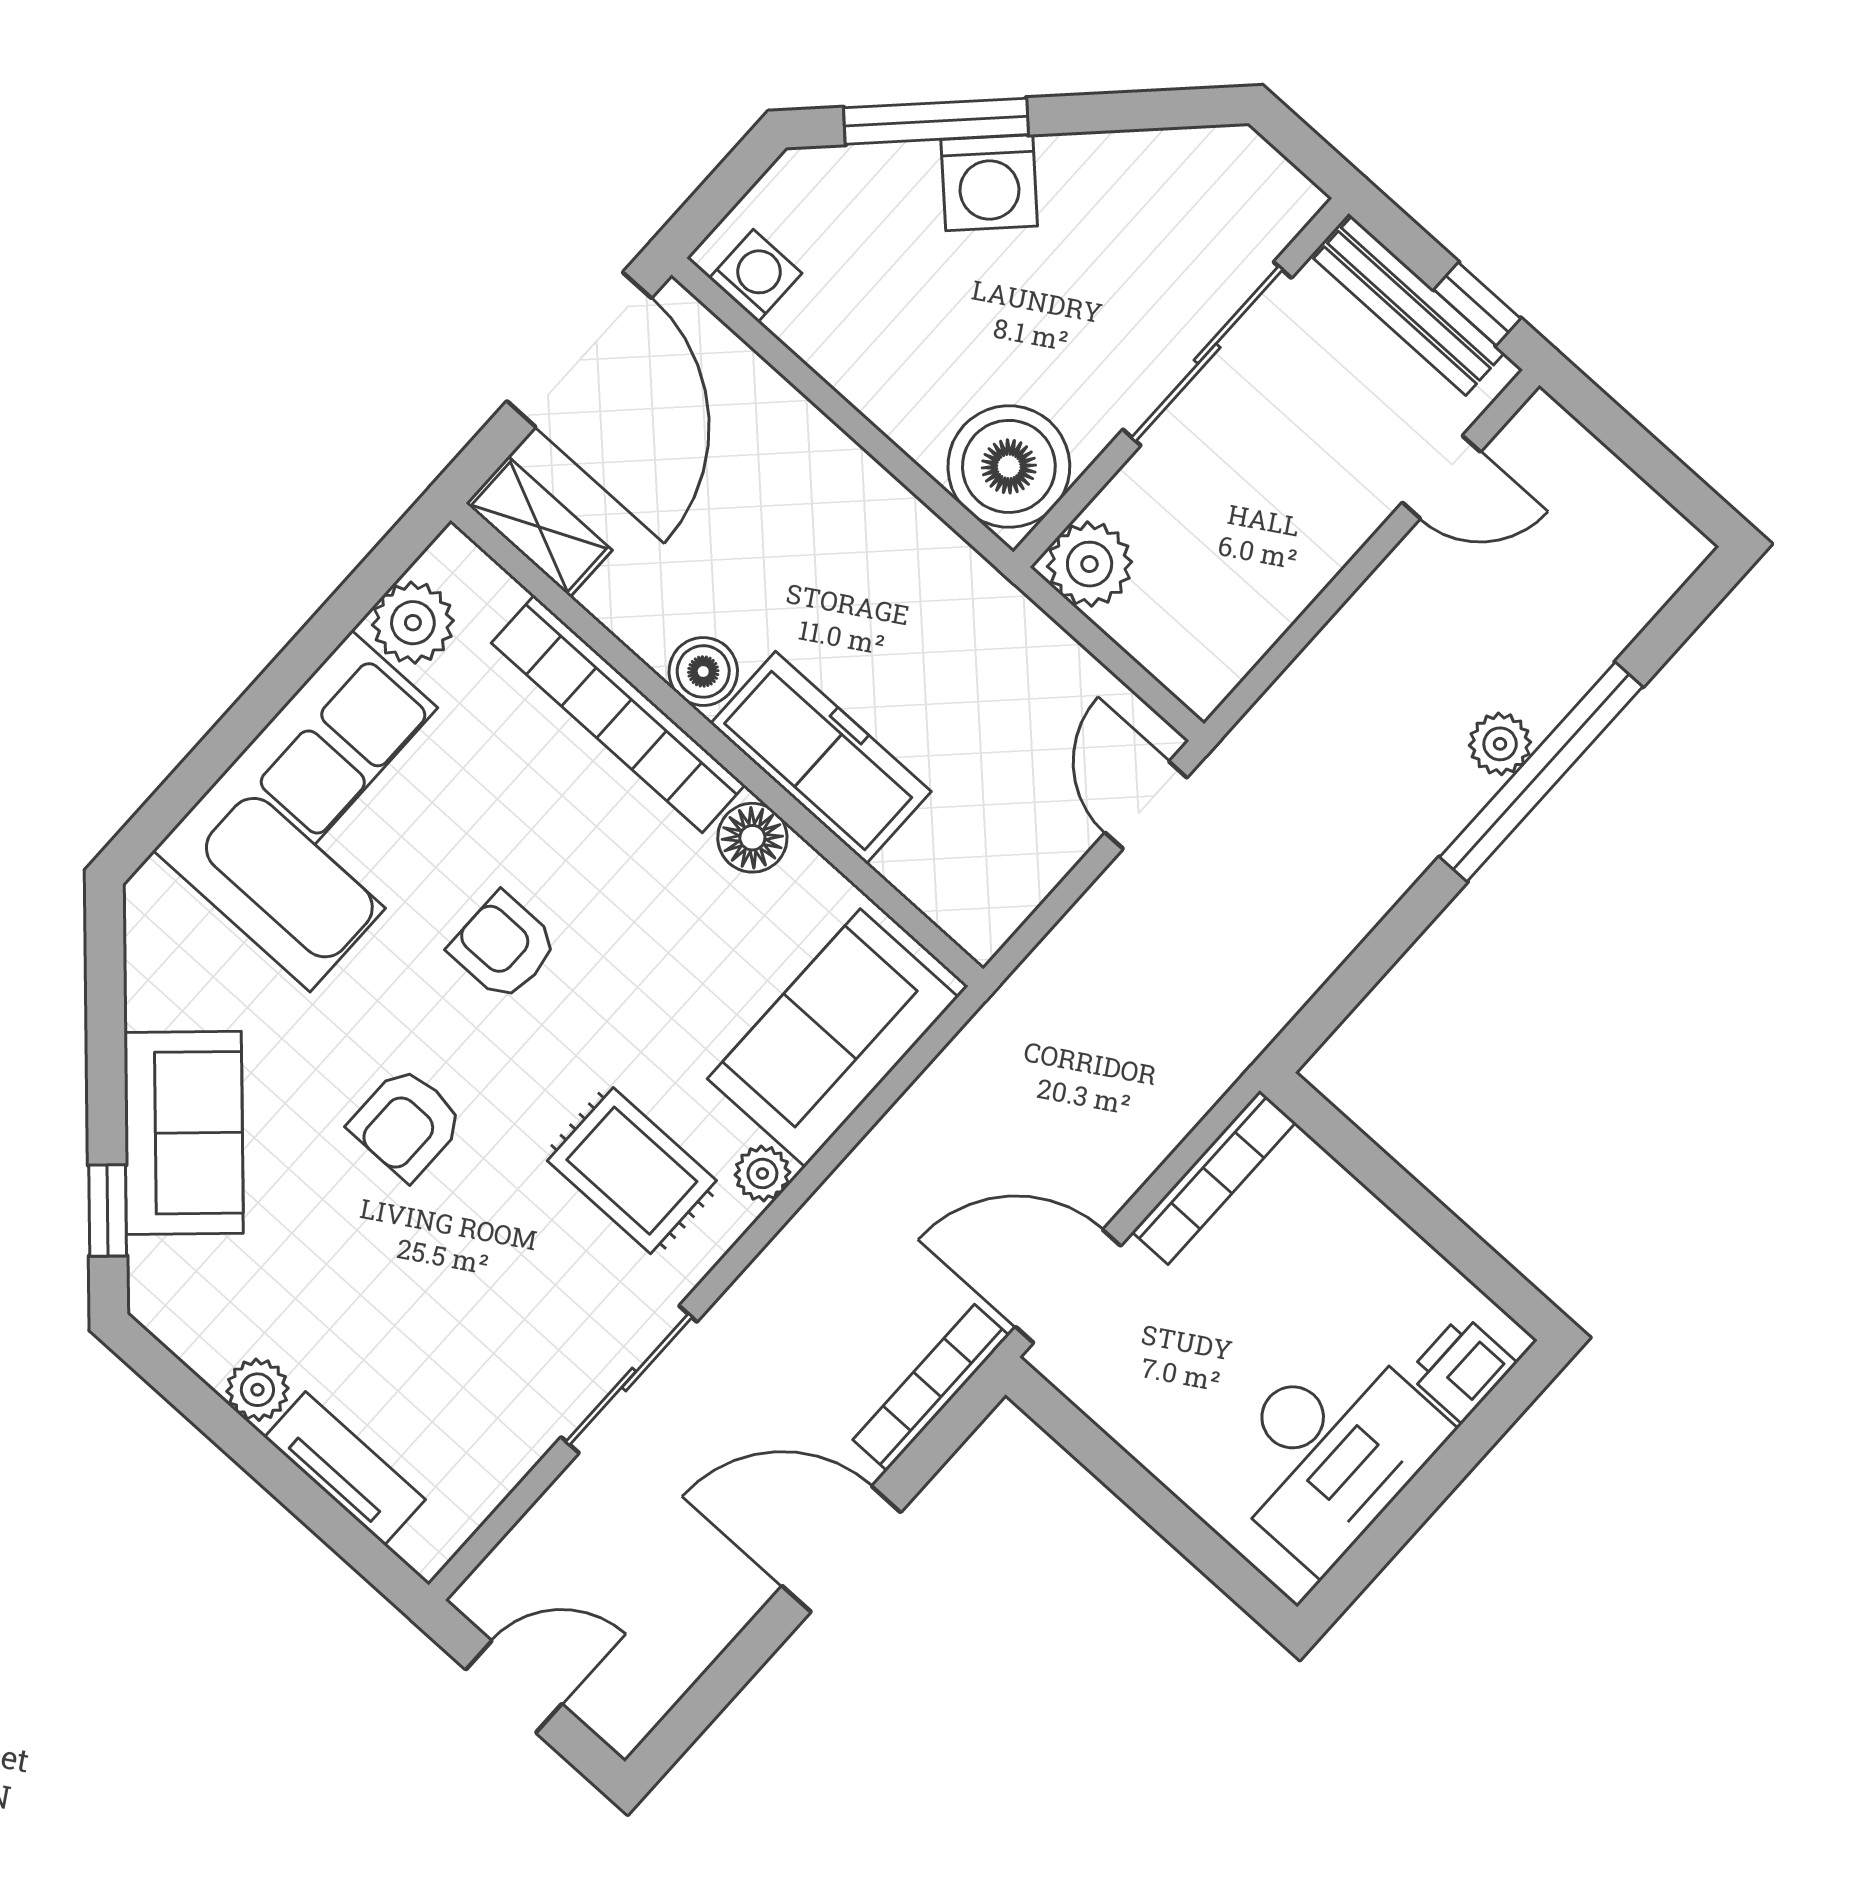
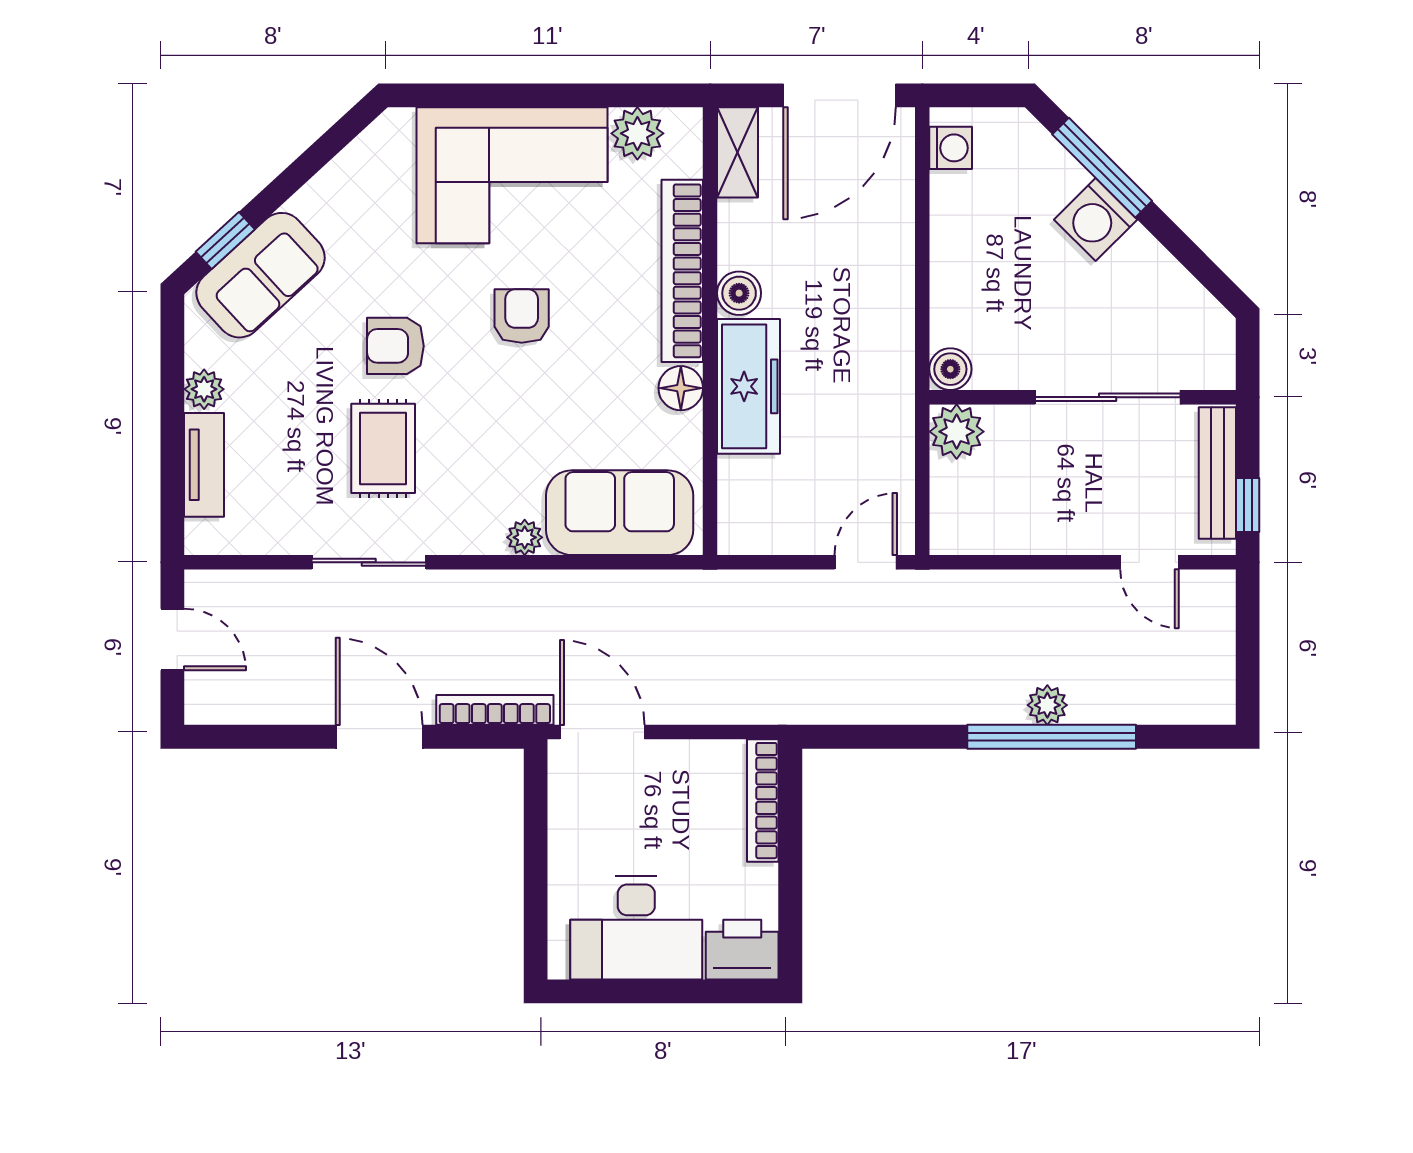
boiler: (1009, 466) -> (950, 369), width x0.54, depth x0.54
sofa: (184, 1133) -> (261, 275), moved
rug: (632, 1171) -> (383, 448), moved
bookcase: (1214, 1177) -> (763, 801), moved, turned 90
printer: (1462, 1368) -> (742, 950), width x1.36, depth x1.24

